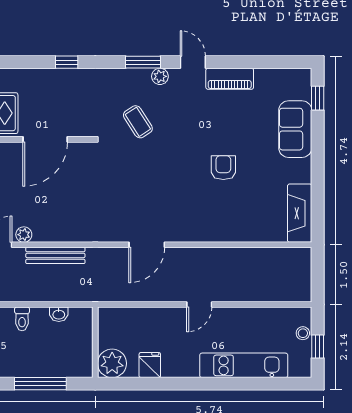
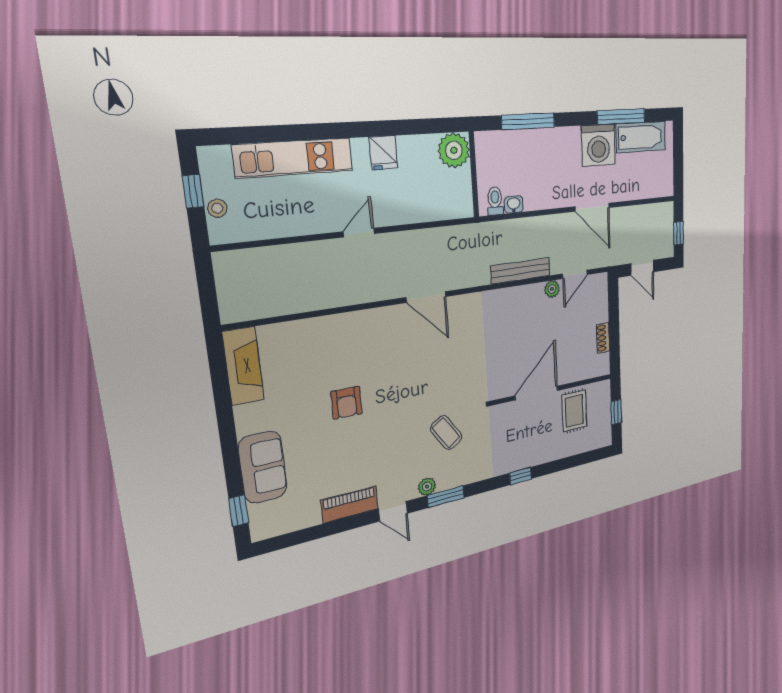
door: (147, 245) -> (426, 297), swing flipped
toilet: (22, 319) -> (495, 201), moved
fridge: (150, 365) -> (383, 153), moved

